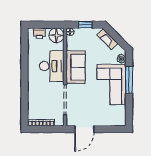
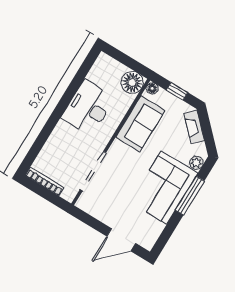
printer: (39, 33) -> (112, 66), removed
desk: (52, 66) -> (88, 108), moved, turned 180
sofa: (76, 67) -> (140, 124), moved
door: (84, 129) -> (121, 240), moved

